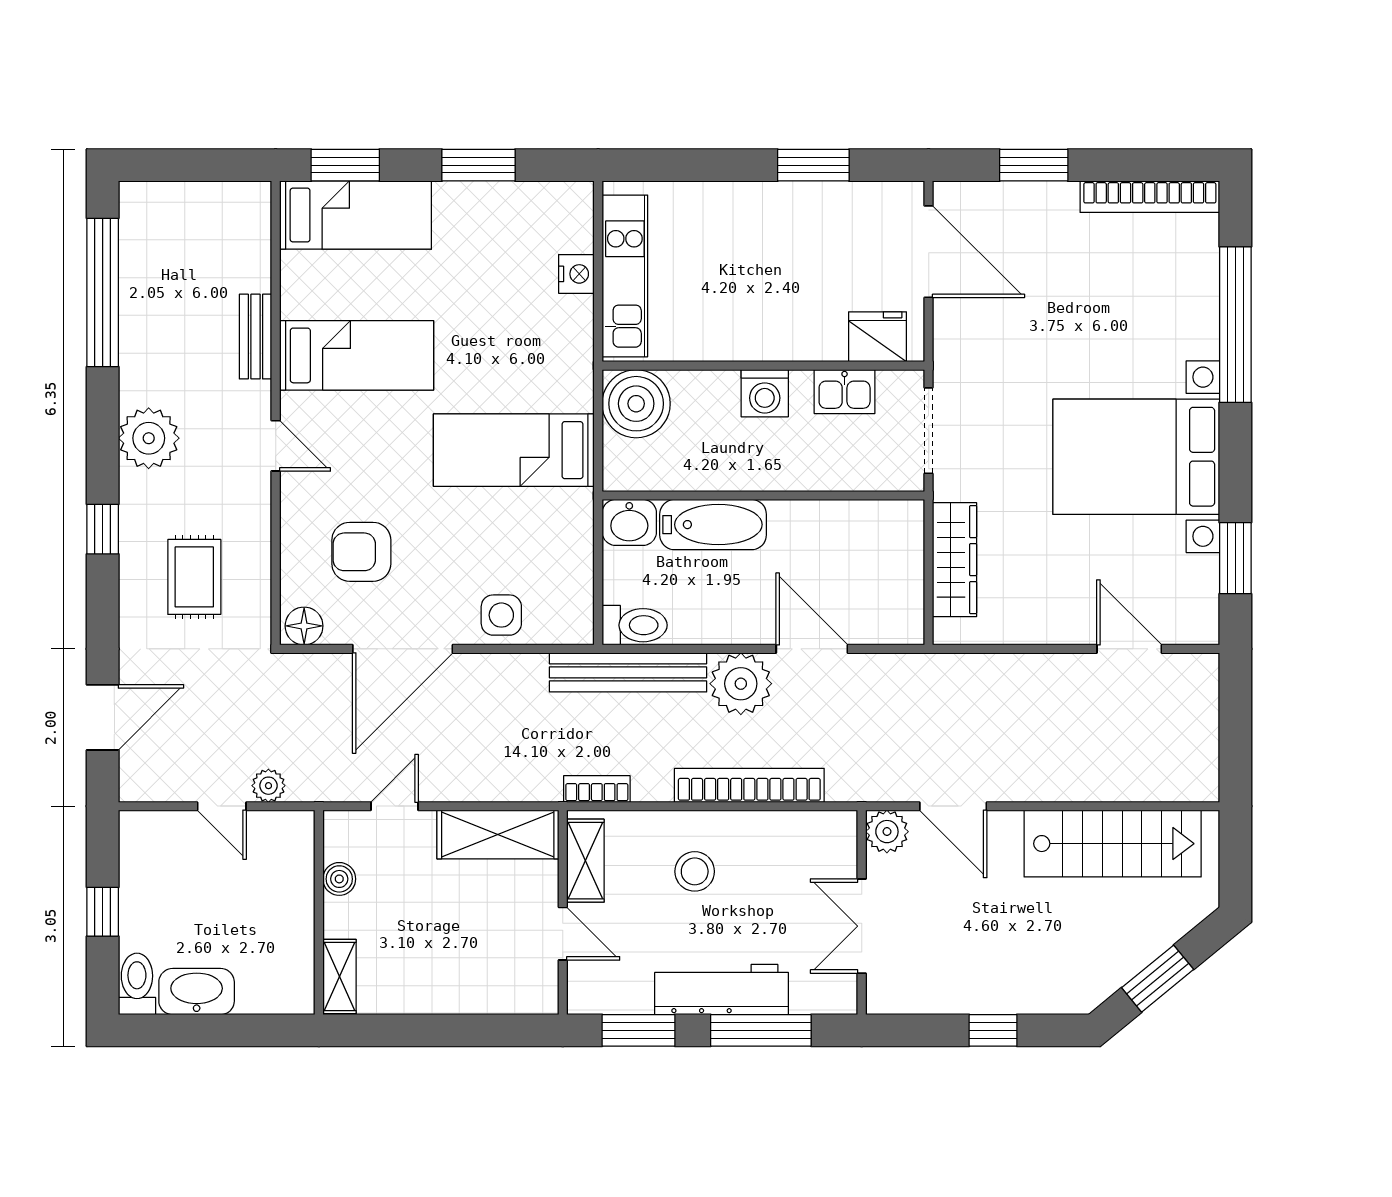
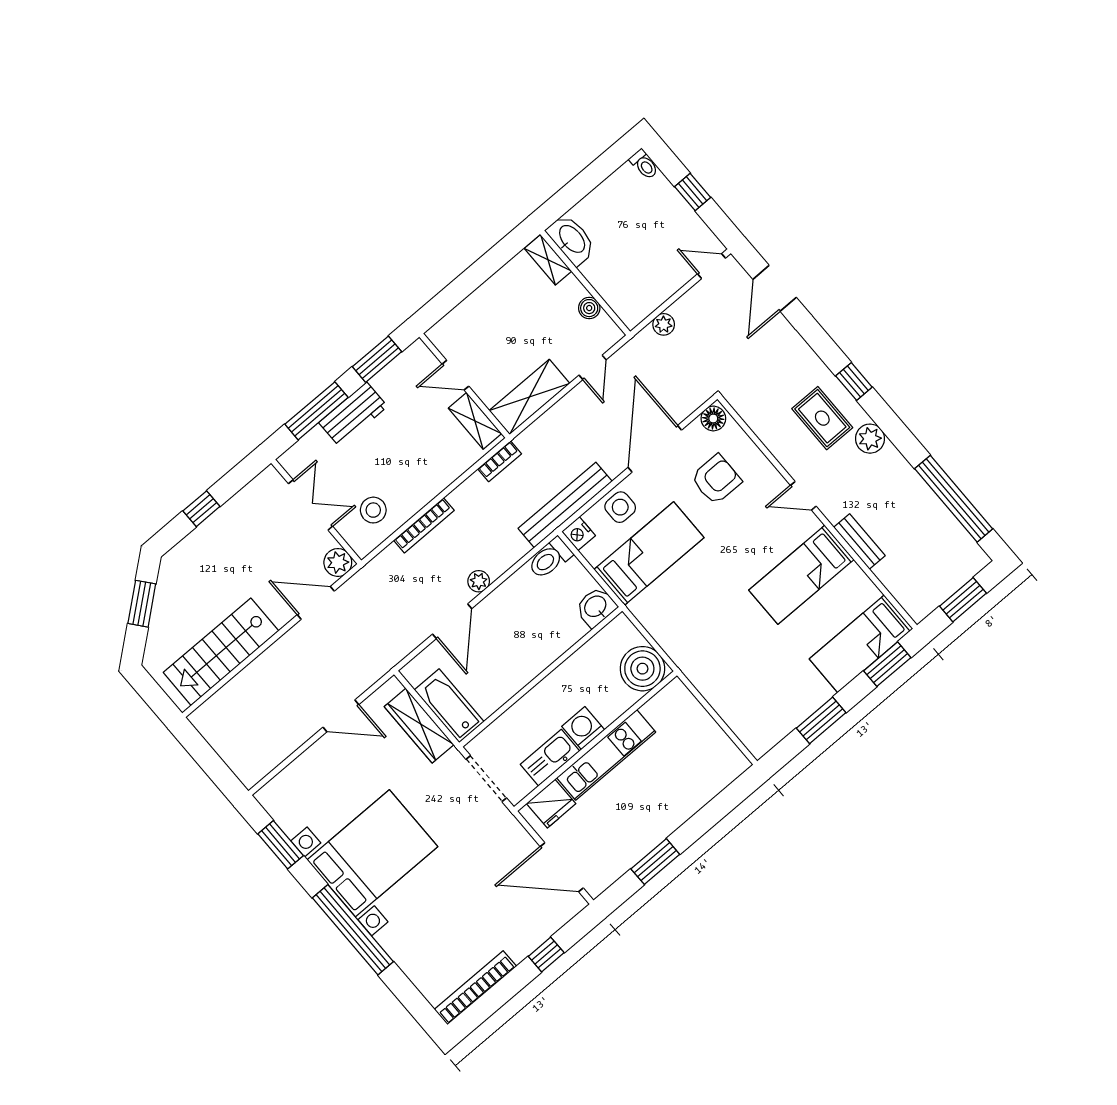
window: (192, 165) -> (963, 600), added
window: (1034, 165) -> (546, 954), width x0.67
nightstand: (576, 274) -> (579, 534), moved
kitchen unit: (625, 276) -> (606, 755), moved, turned -90
window: (1235, 325) -> (353, 930), moved
kitchen sink: (845, 392) -> (550, 758), width x1.38
plant: (149, 438) -> (870, 439), width x0.73, depth x0.73
bed: (514, 450) -> (649, 554), moved
bathtub: (713, 525) -> (449, 706), moved, turned 90
rug: (194, 577) -> (822, 418), moved
door: (812, 649) -> (452, 621), hinge flipped
door: (1129, 649) -> (341, 716), moved
bench: (628, 672) -> (565, 505), moved
plant: (741, 684) -> (479, 581), width x0.53, depth x0.53
bookcase: (749, 785) -> (424, 525), width x0.68, depth x0.76
door: (222, 806) -> (712, 266), moved
stool: (695, 871) -> (373, 510), moved
toilet: (137, 984) -> (644, 164), width x0.73, depth x0.72
workbench: (722, 990) -> (353, 414), width x0.73
washbasin: (197, 992) -> (571, 240), moved, turned -90

